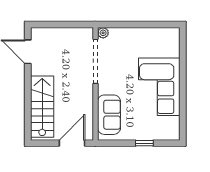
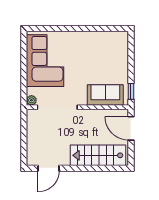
corner sofa: (159, 87) -> (45, 61), moved, turned -90
window: (144, 143) -> (131, 91), moved

